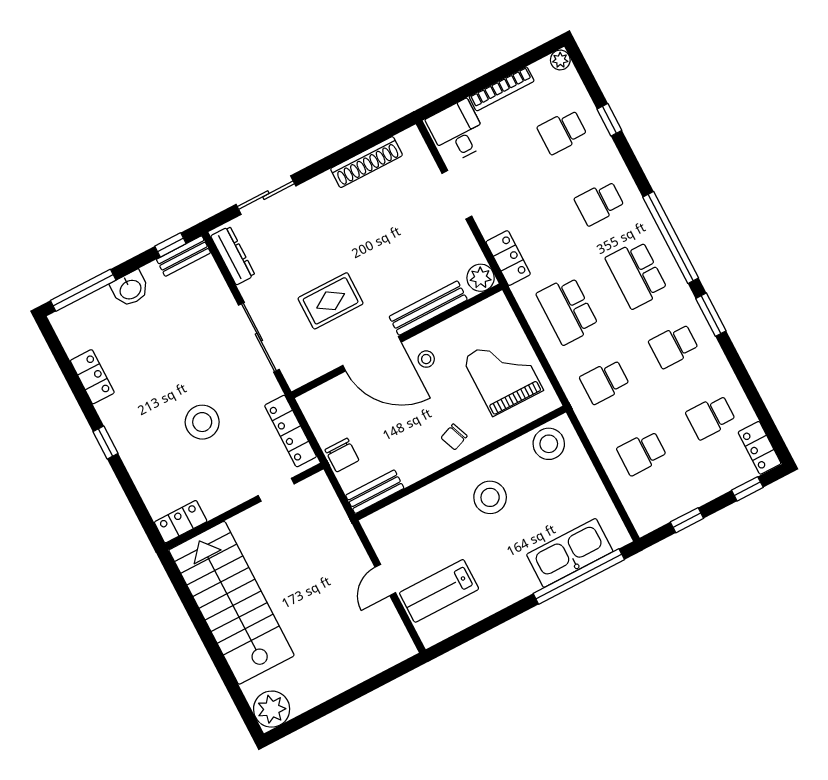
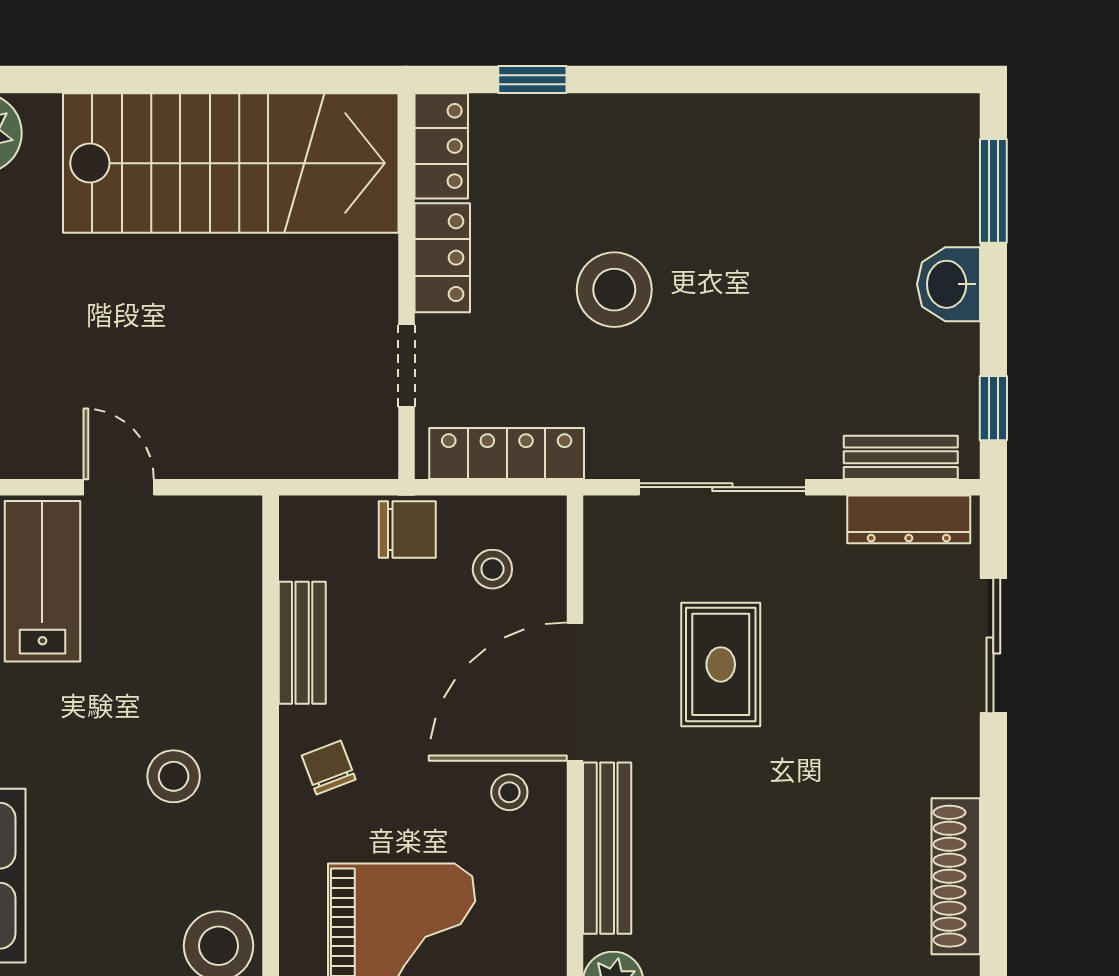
bench: (183, 256) -> (901, 457), moved, turned 90
window: (83, 290) -> (993, 191), width x0.69
locker: (92, 377) -> (442, 258), moved, turned -90
stool: (340, 413) -> (492, 569), added
window: (105, 443) -> (532, 80), moved
chair: (342, 455) -> (407, 530), turned 180
bench: (375, 492) -> (302, 643), moved
stool: (490, 497) -> (174, 776), width x0.73, depth x0.73

